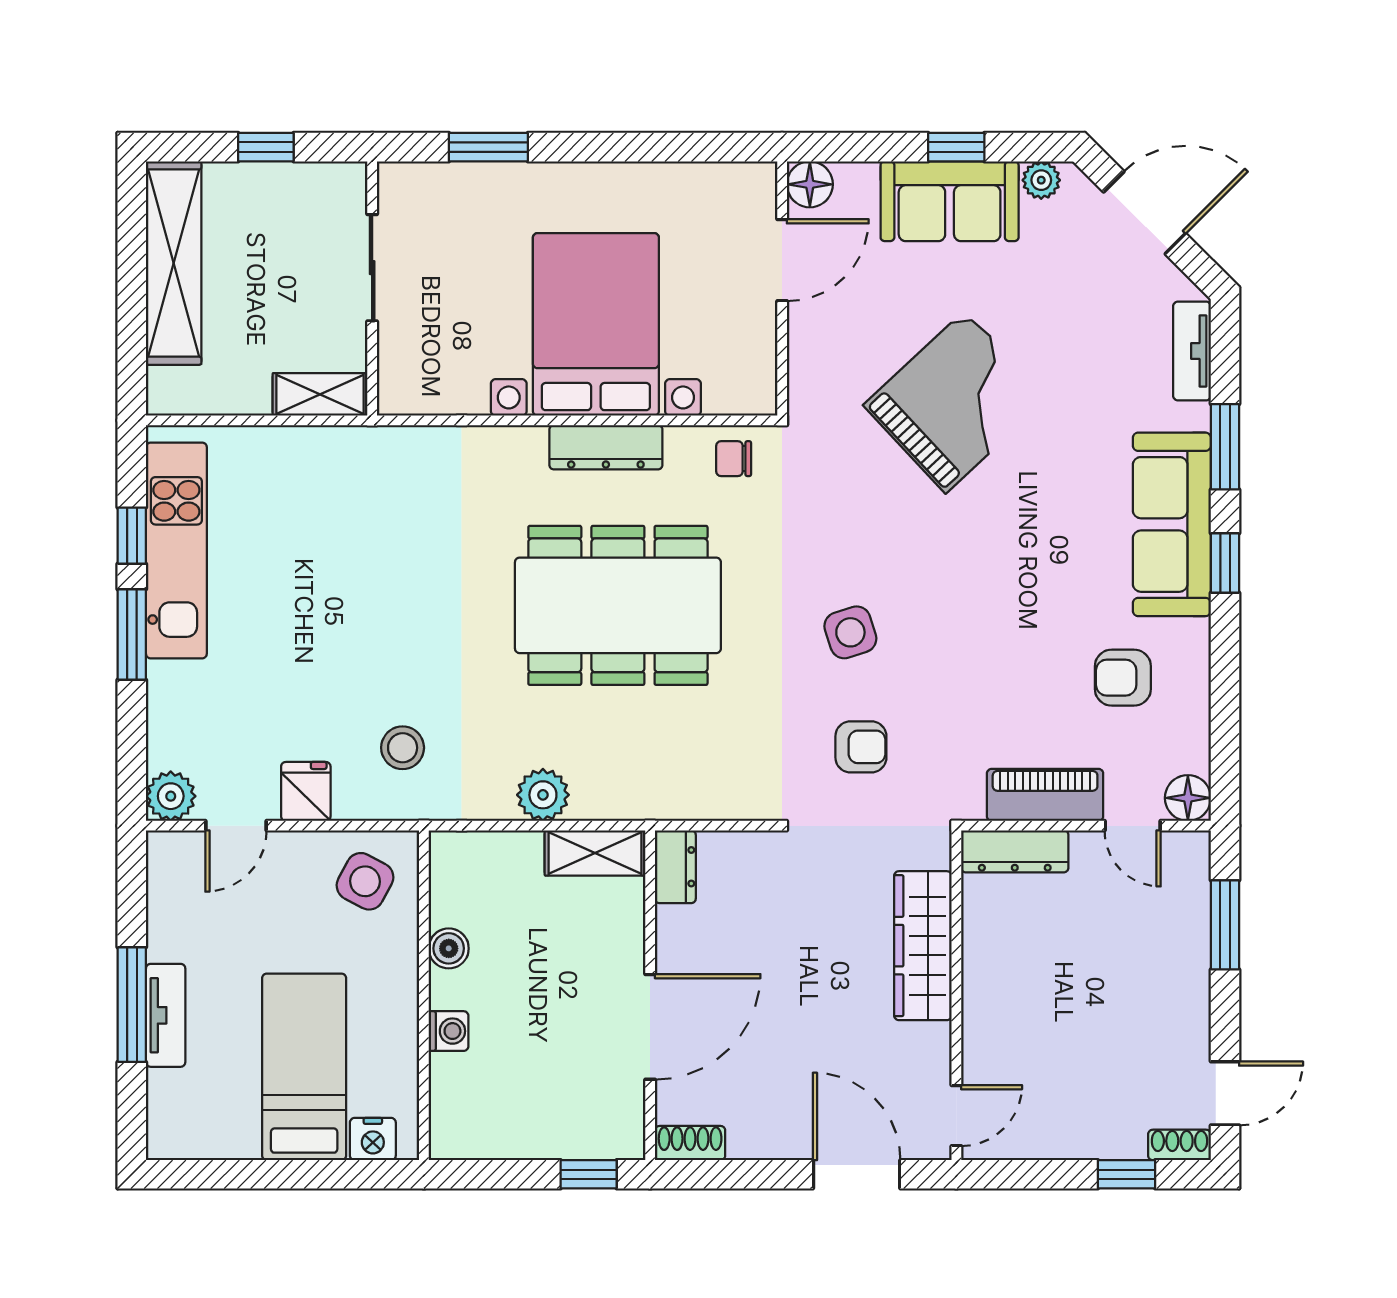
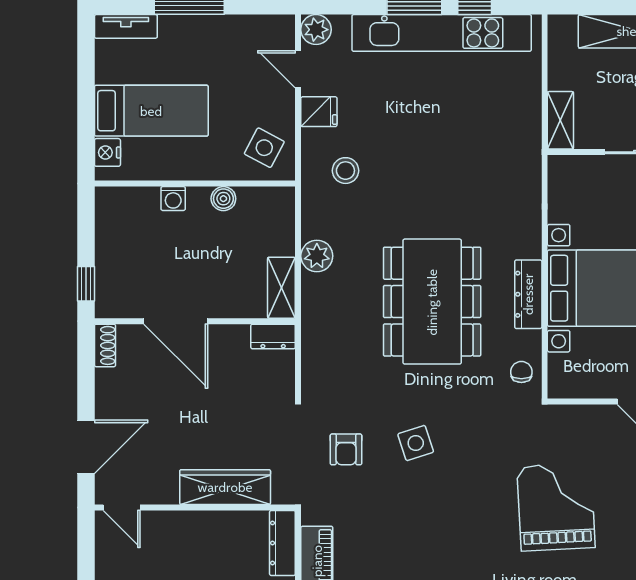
grand piano: (955, 402) -> (556, 507), turned -140
kitchen unit: (176, 550) -> (442, 33), width x1.36
tv unit: (166, 1015) -> (126, 26), moved

